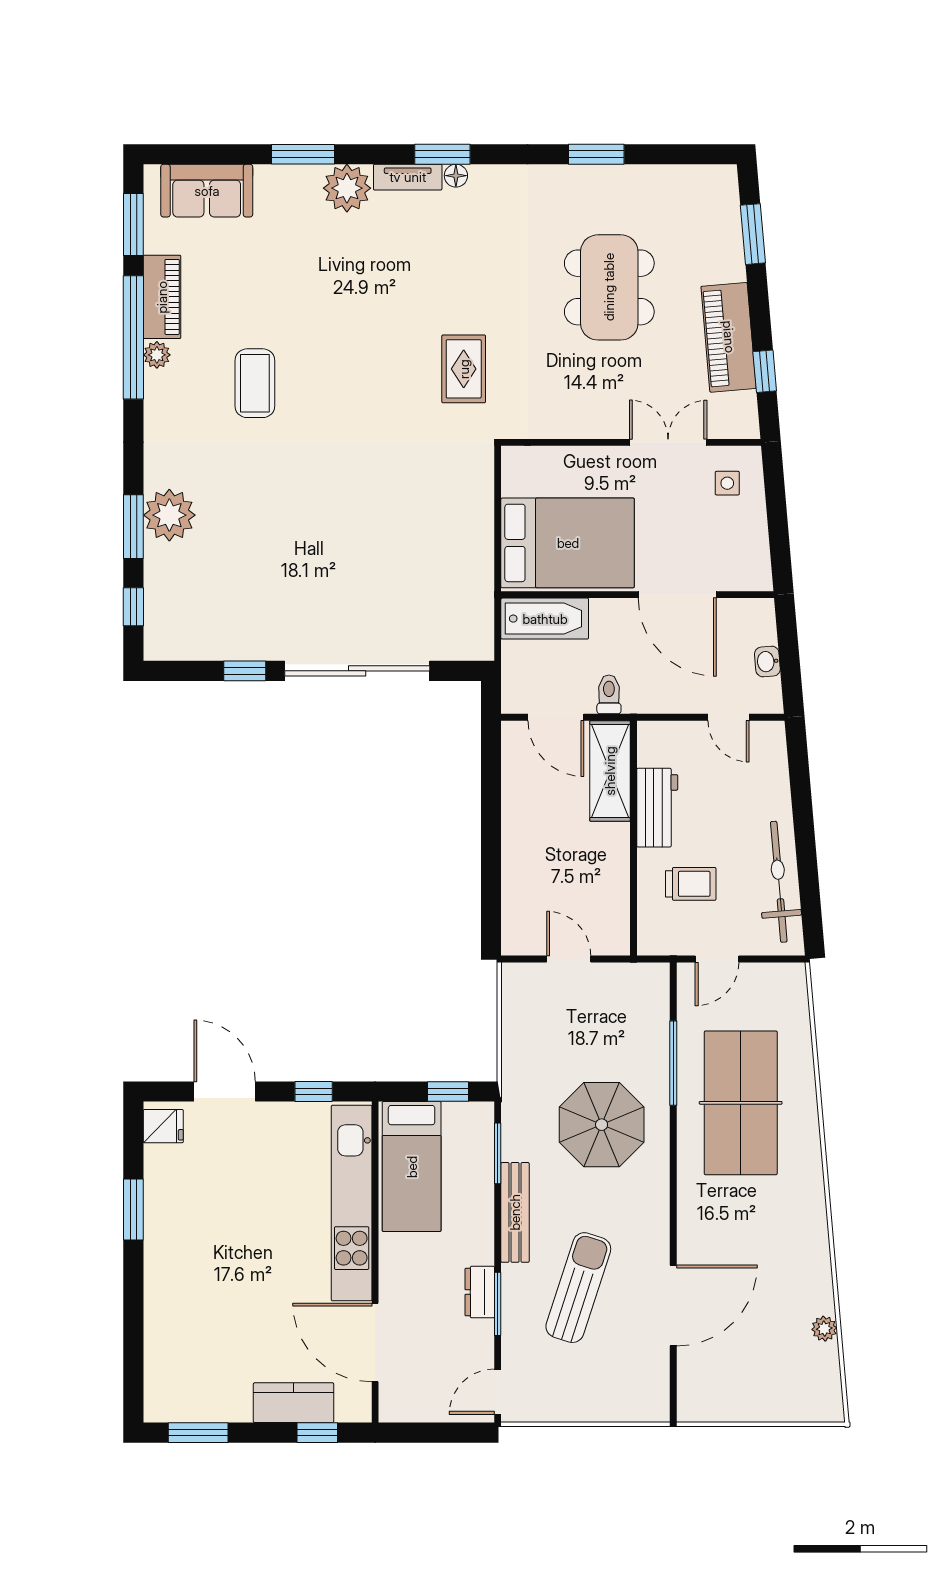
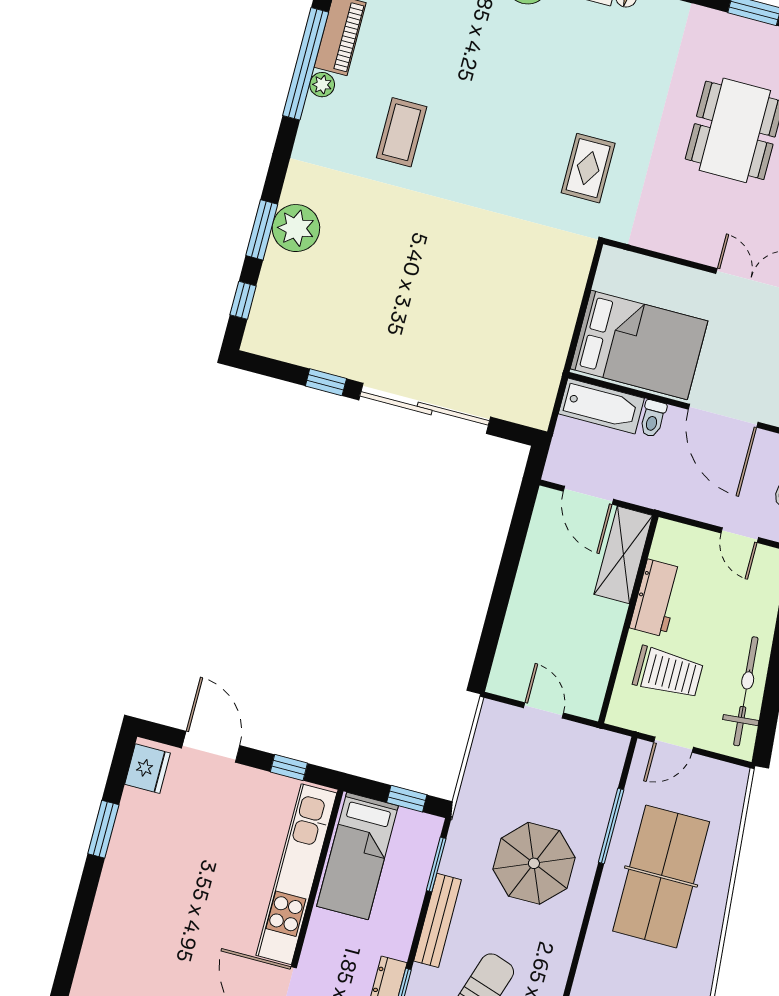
toilet: (609, 694) -> (653, 419), moved, turned 180
trolley: (691, 884) -> (668, 673), width x1.36, depth x1.39
fridge: (163, 1126) -> (147, 769), width x1.38

